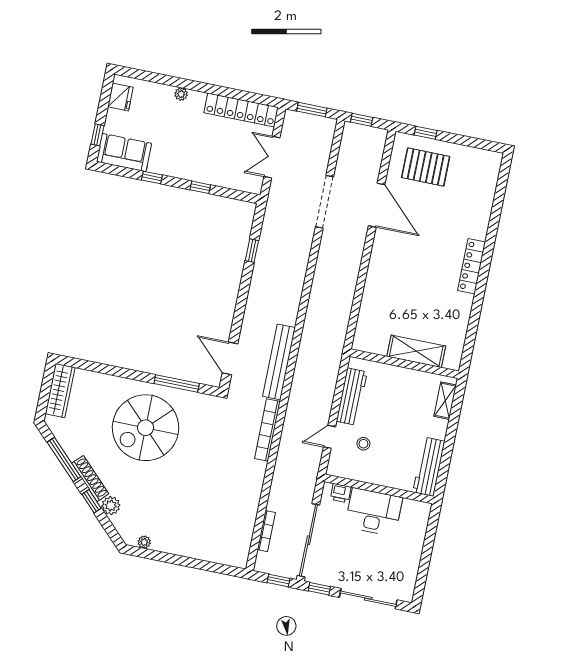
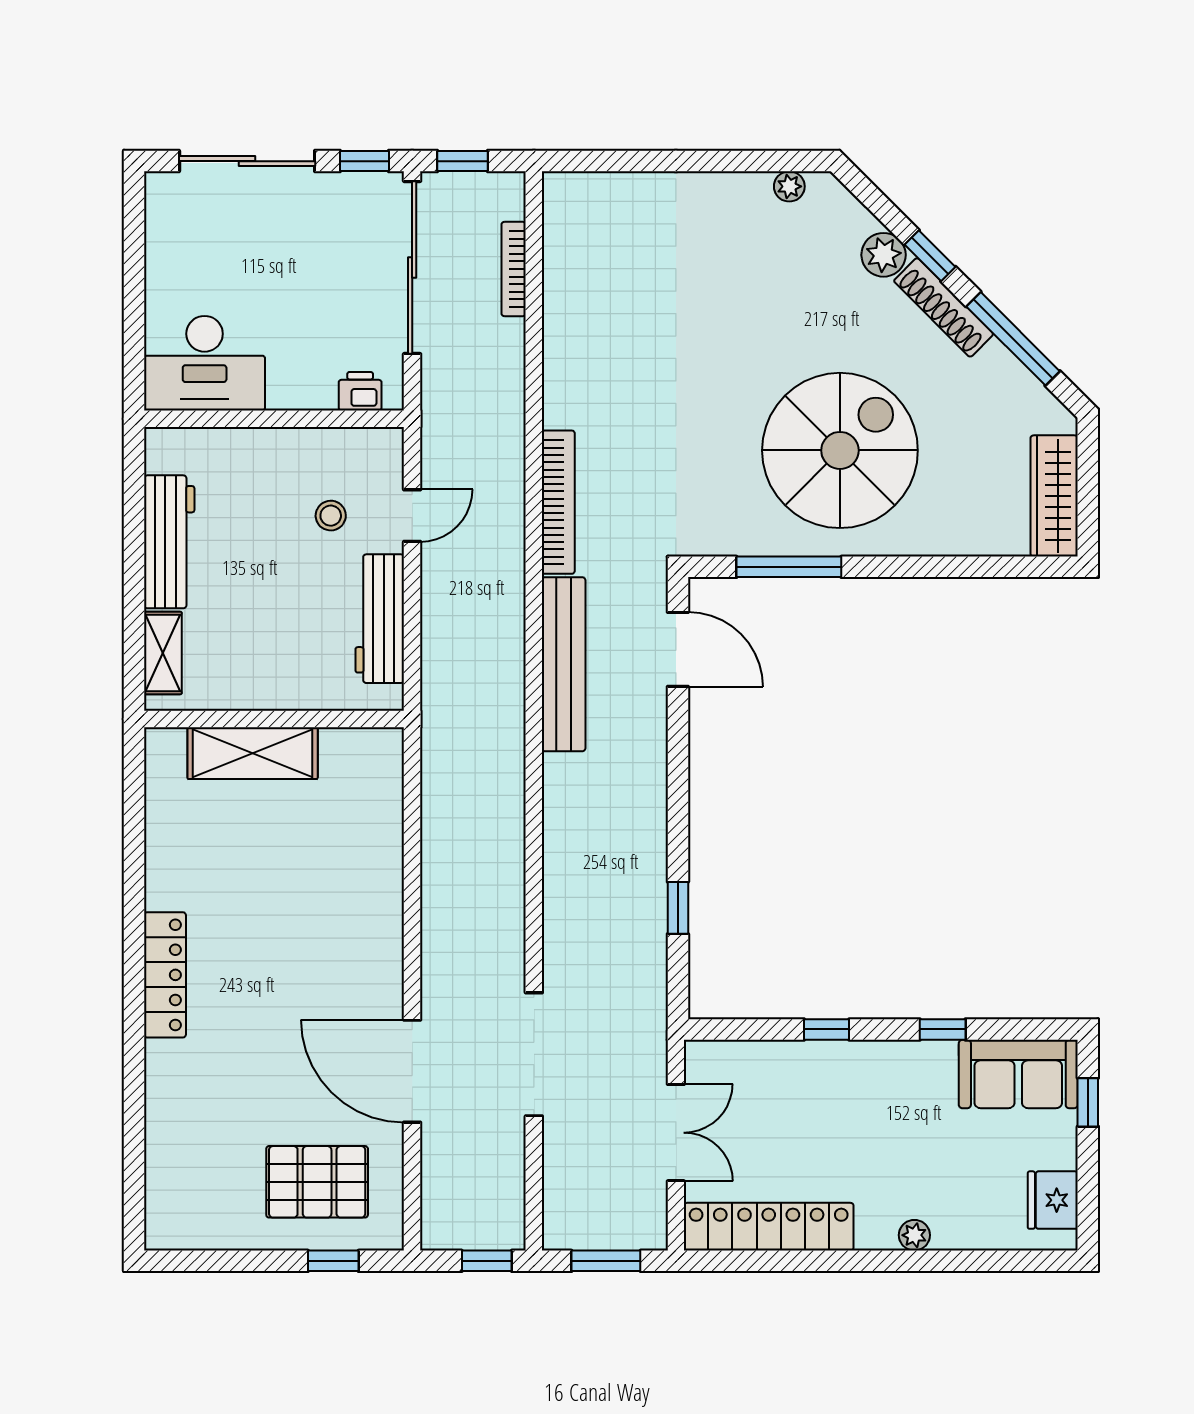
workbench: (429, 467) -> (169, 542), moved
desk: (374, 512) -> (205, 363), moved

